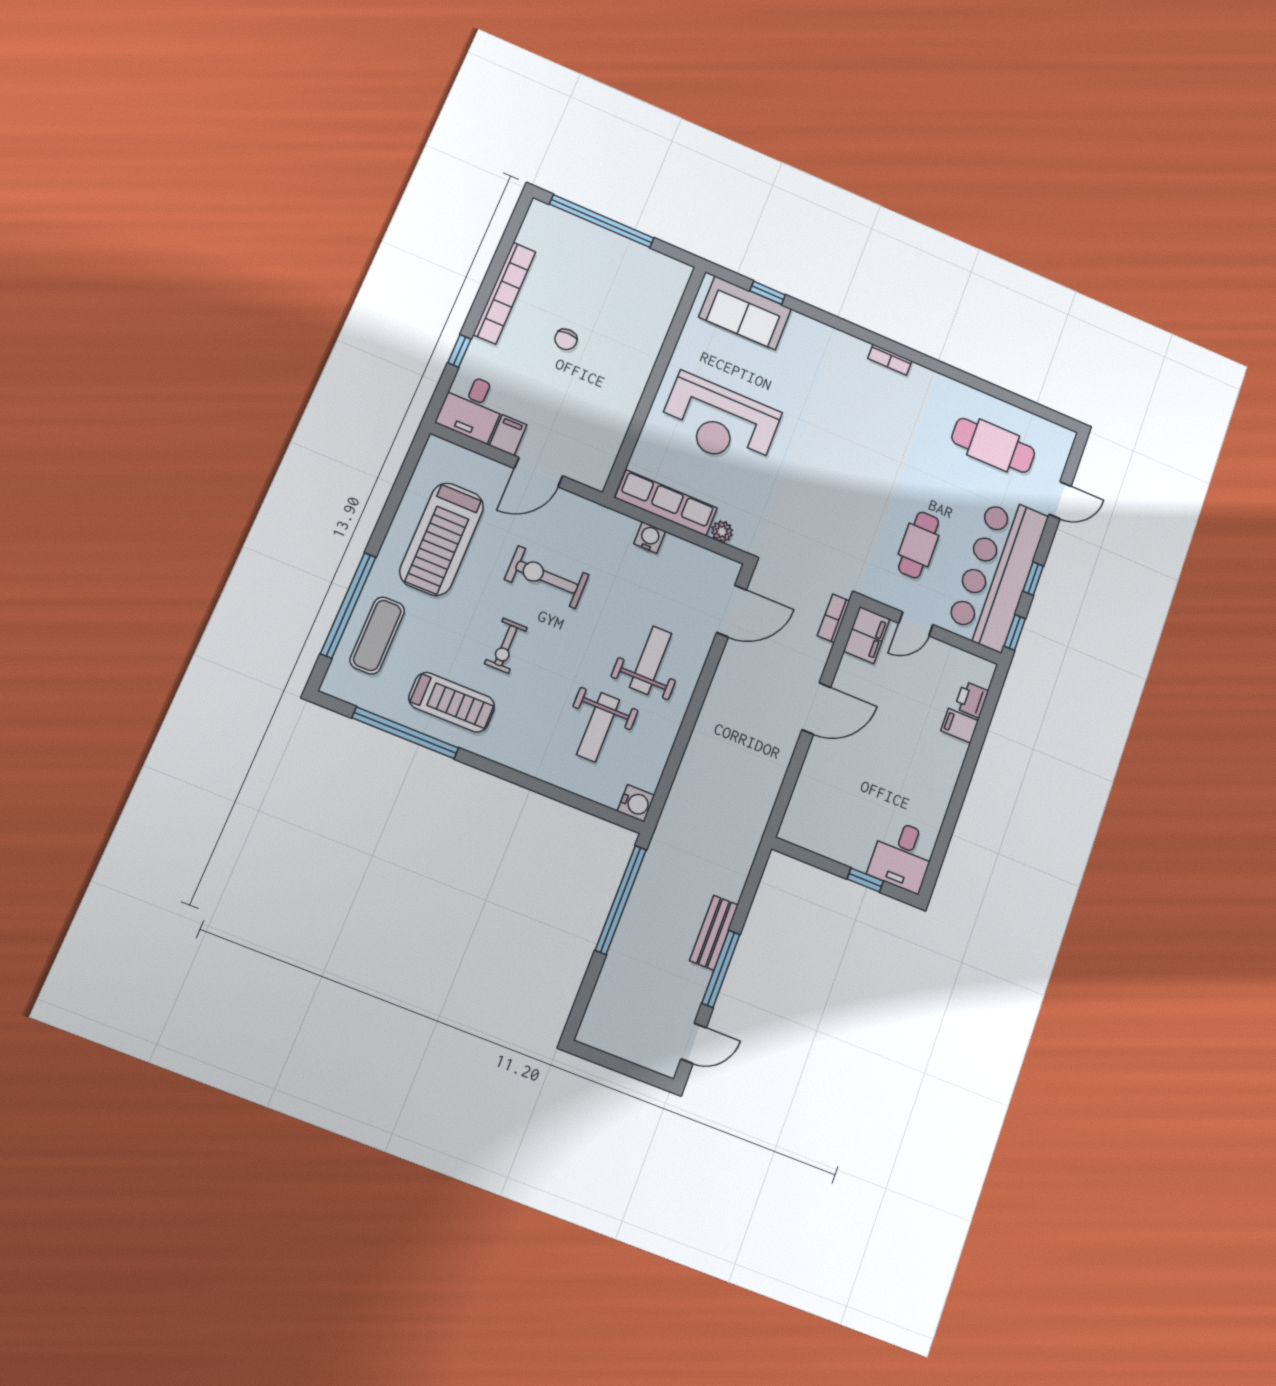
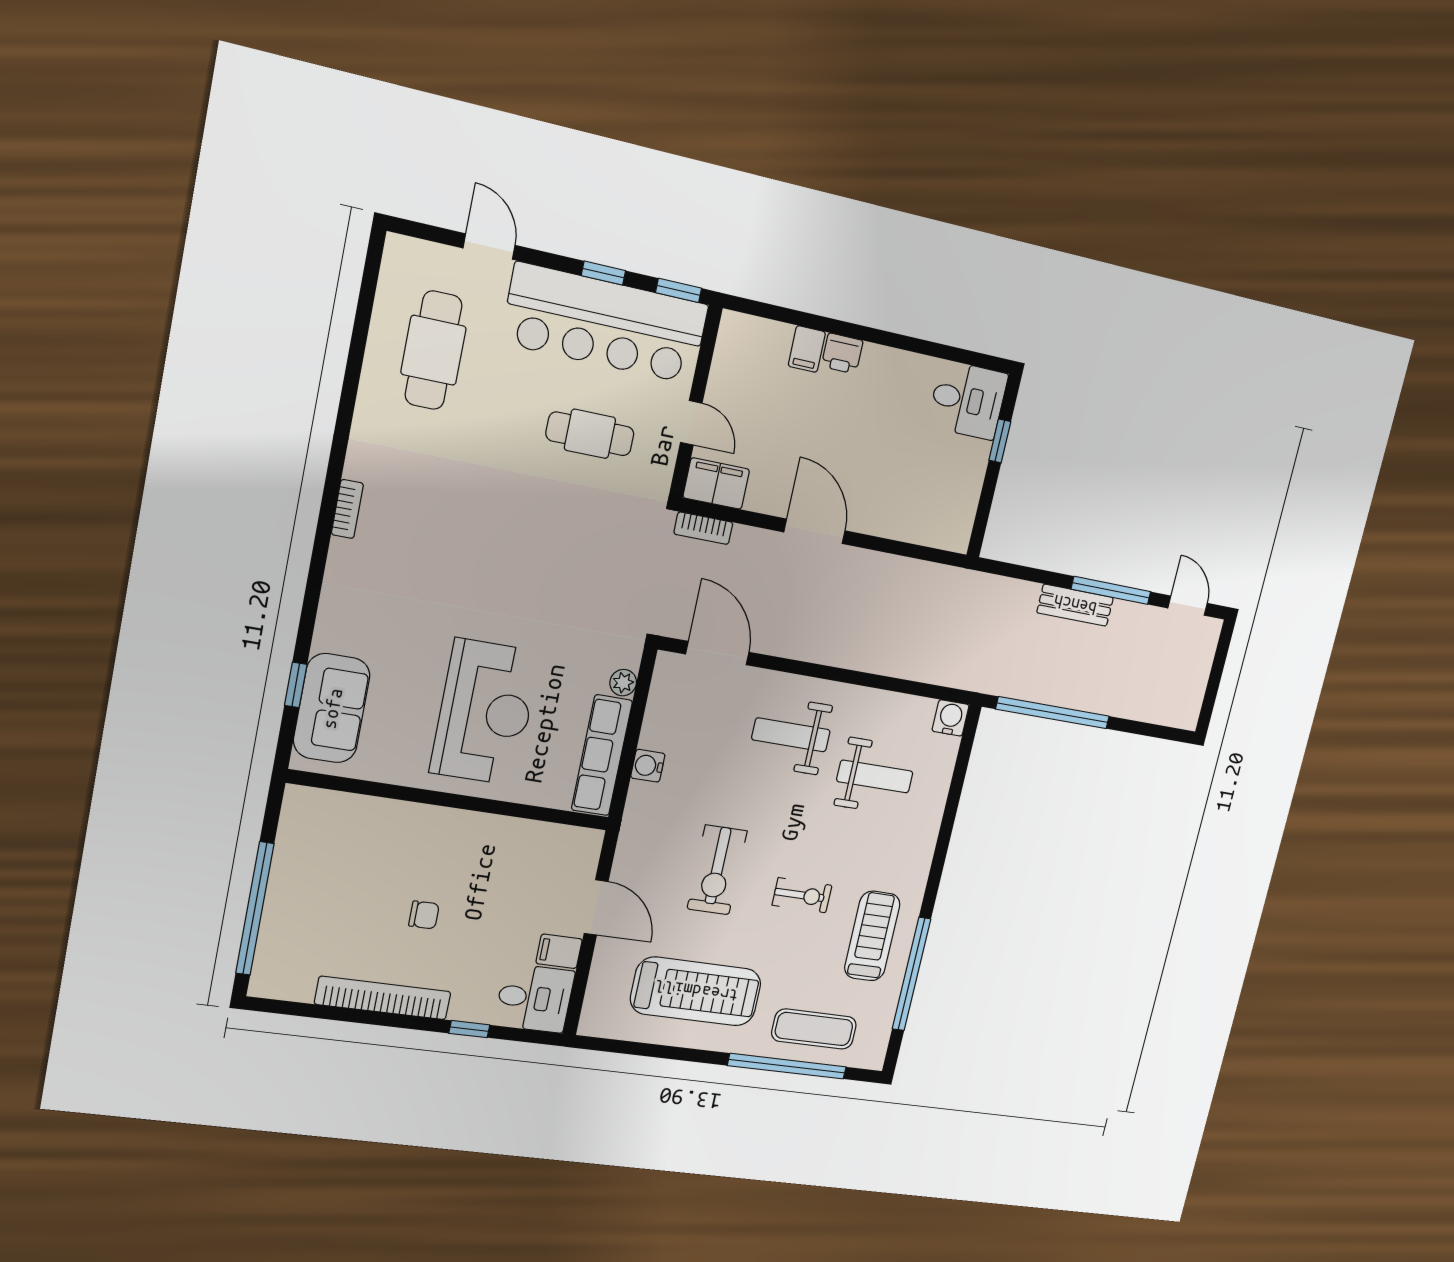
printer: (972, 700) -> (842, 353), moved

